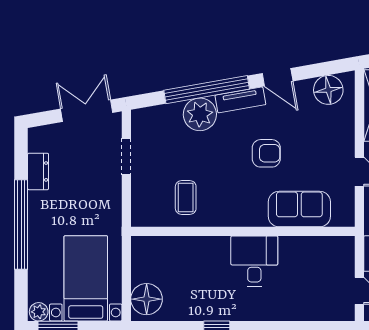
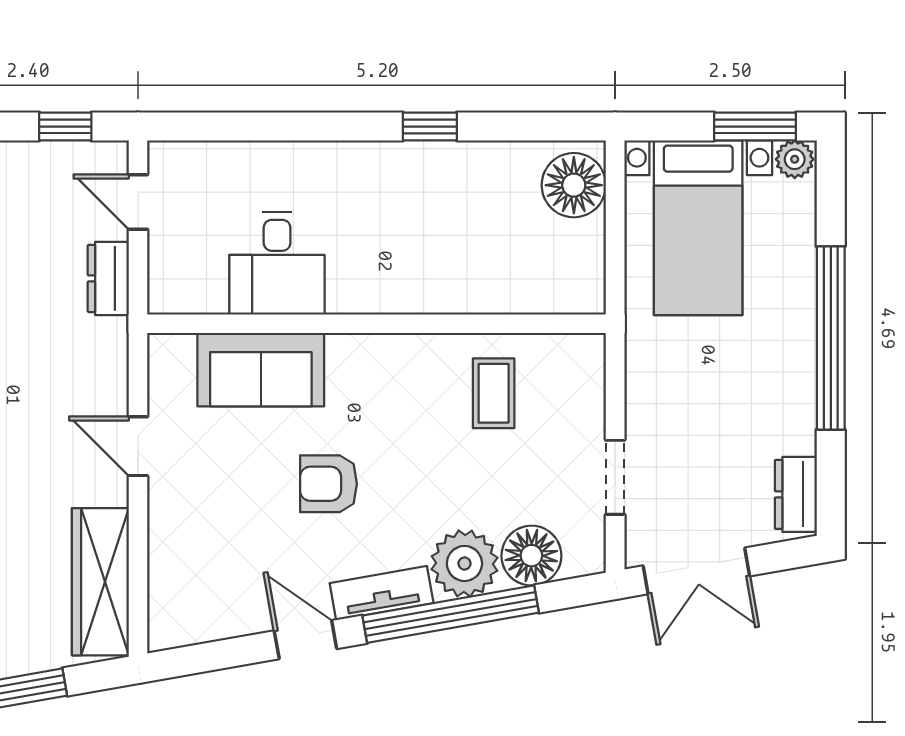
floor lamp: (328, 90) -> (531, 556), moved
dresser: (38, 171) -> (796, 494), moved
desk: (254, 261) -> (277, 263), moved

